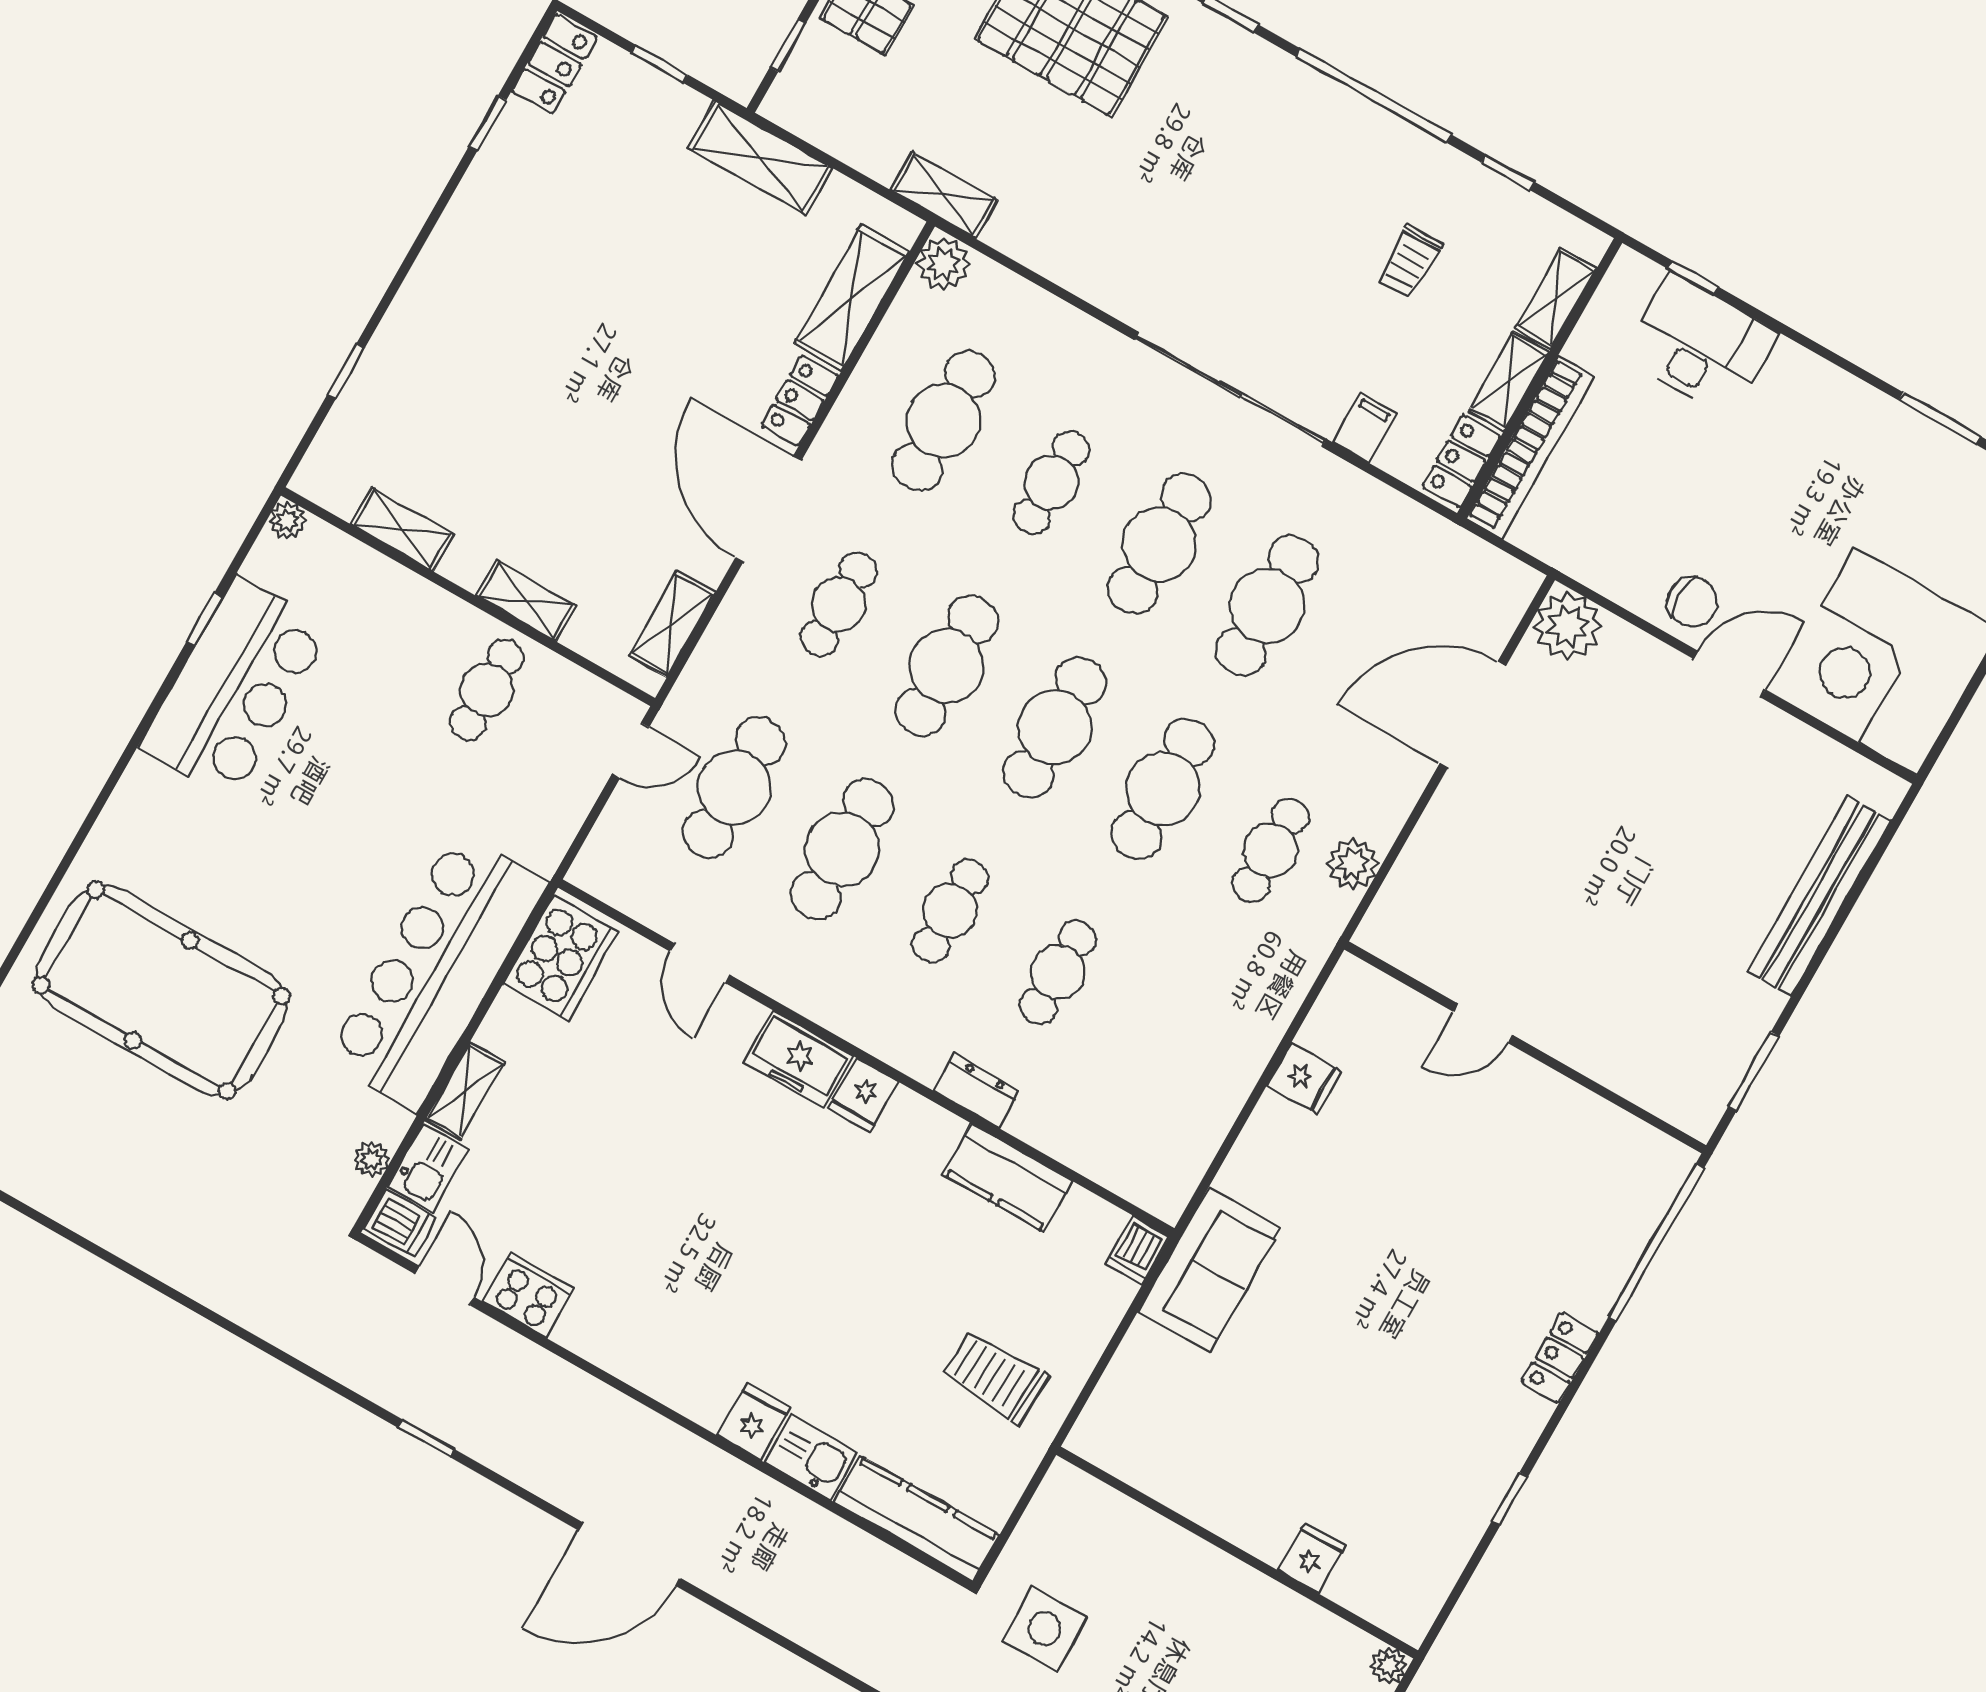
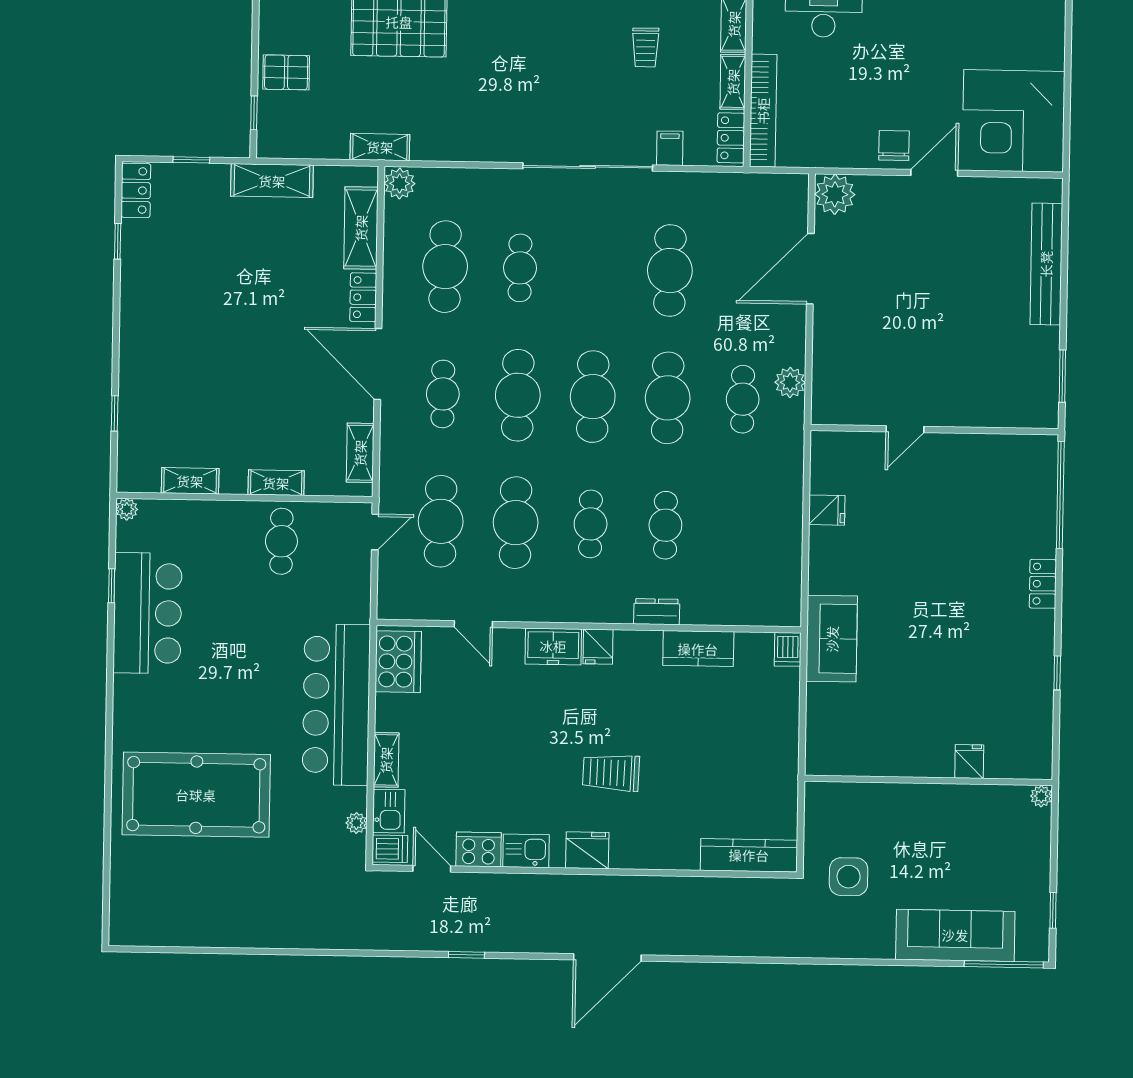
cafe table: (1159, 544) -> (595, 269), removed
chair: (1692, 602) -> (894, 145), turned -90
trolley: (995, 1377) -> (611, 773), moved
fridge: (754, 1422) -> (587, 850), moved, width x1.38
kitchen sink: (811, 1457) -> (526, 851), moved

